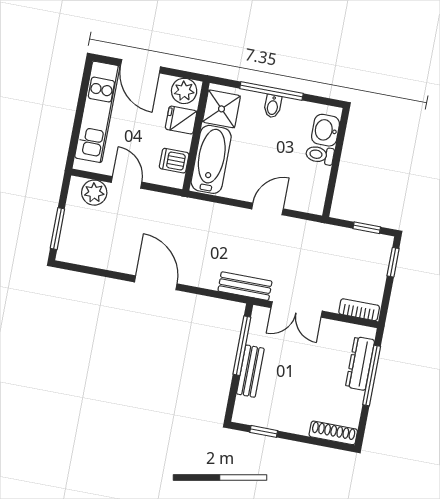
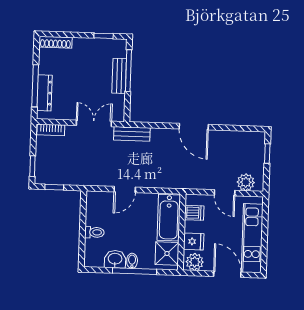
washbasin: (325, 130) -> (115, 259), moved, turned -90
window: (57, 229) -> (267, 154), width x0.67
window: (242, 346) -> (128, 71), moved

